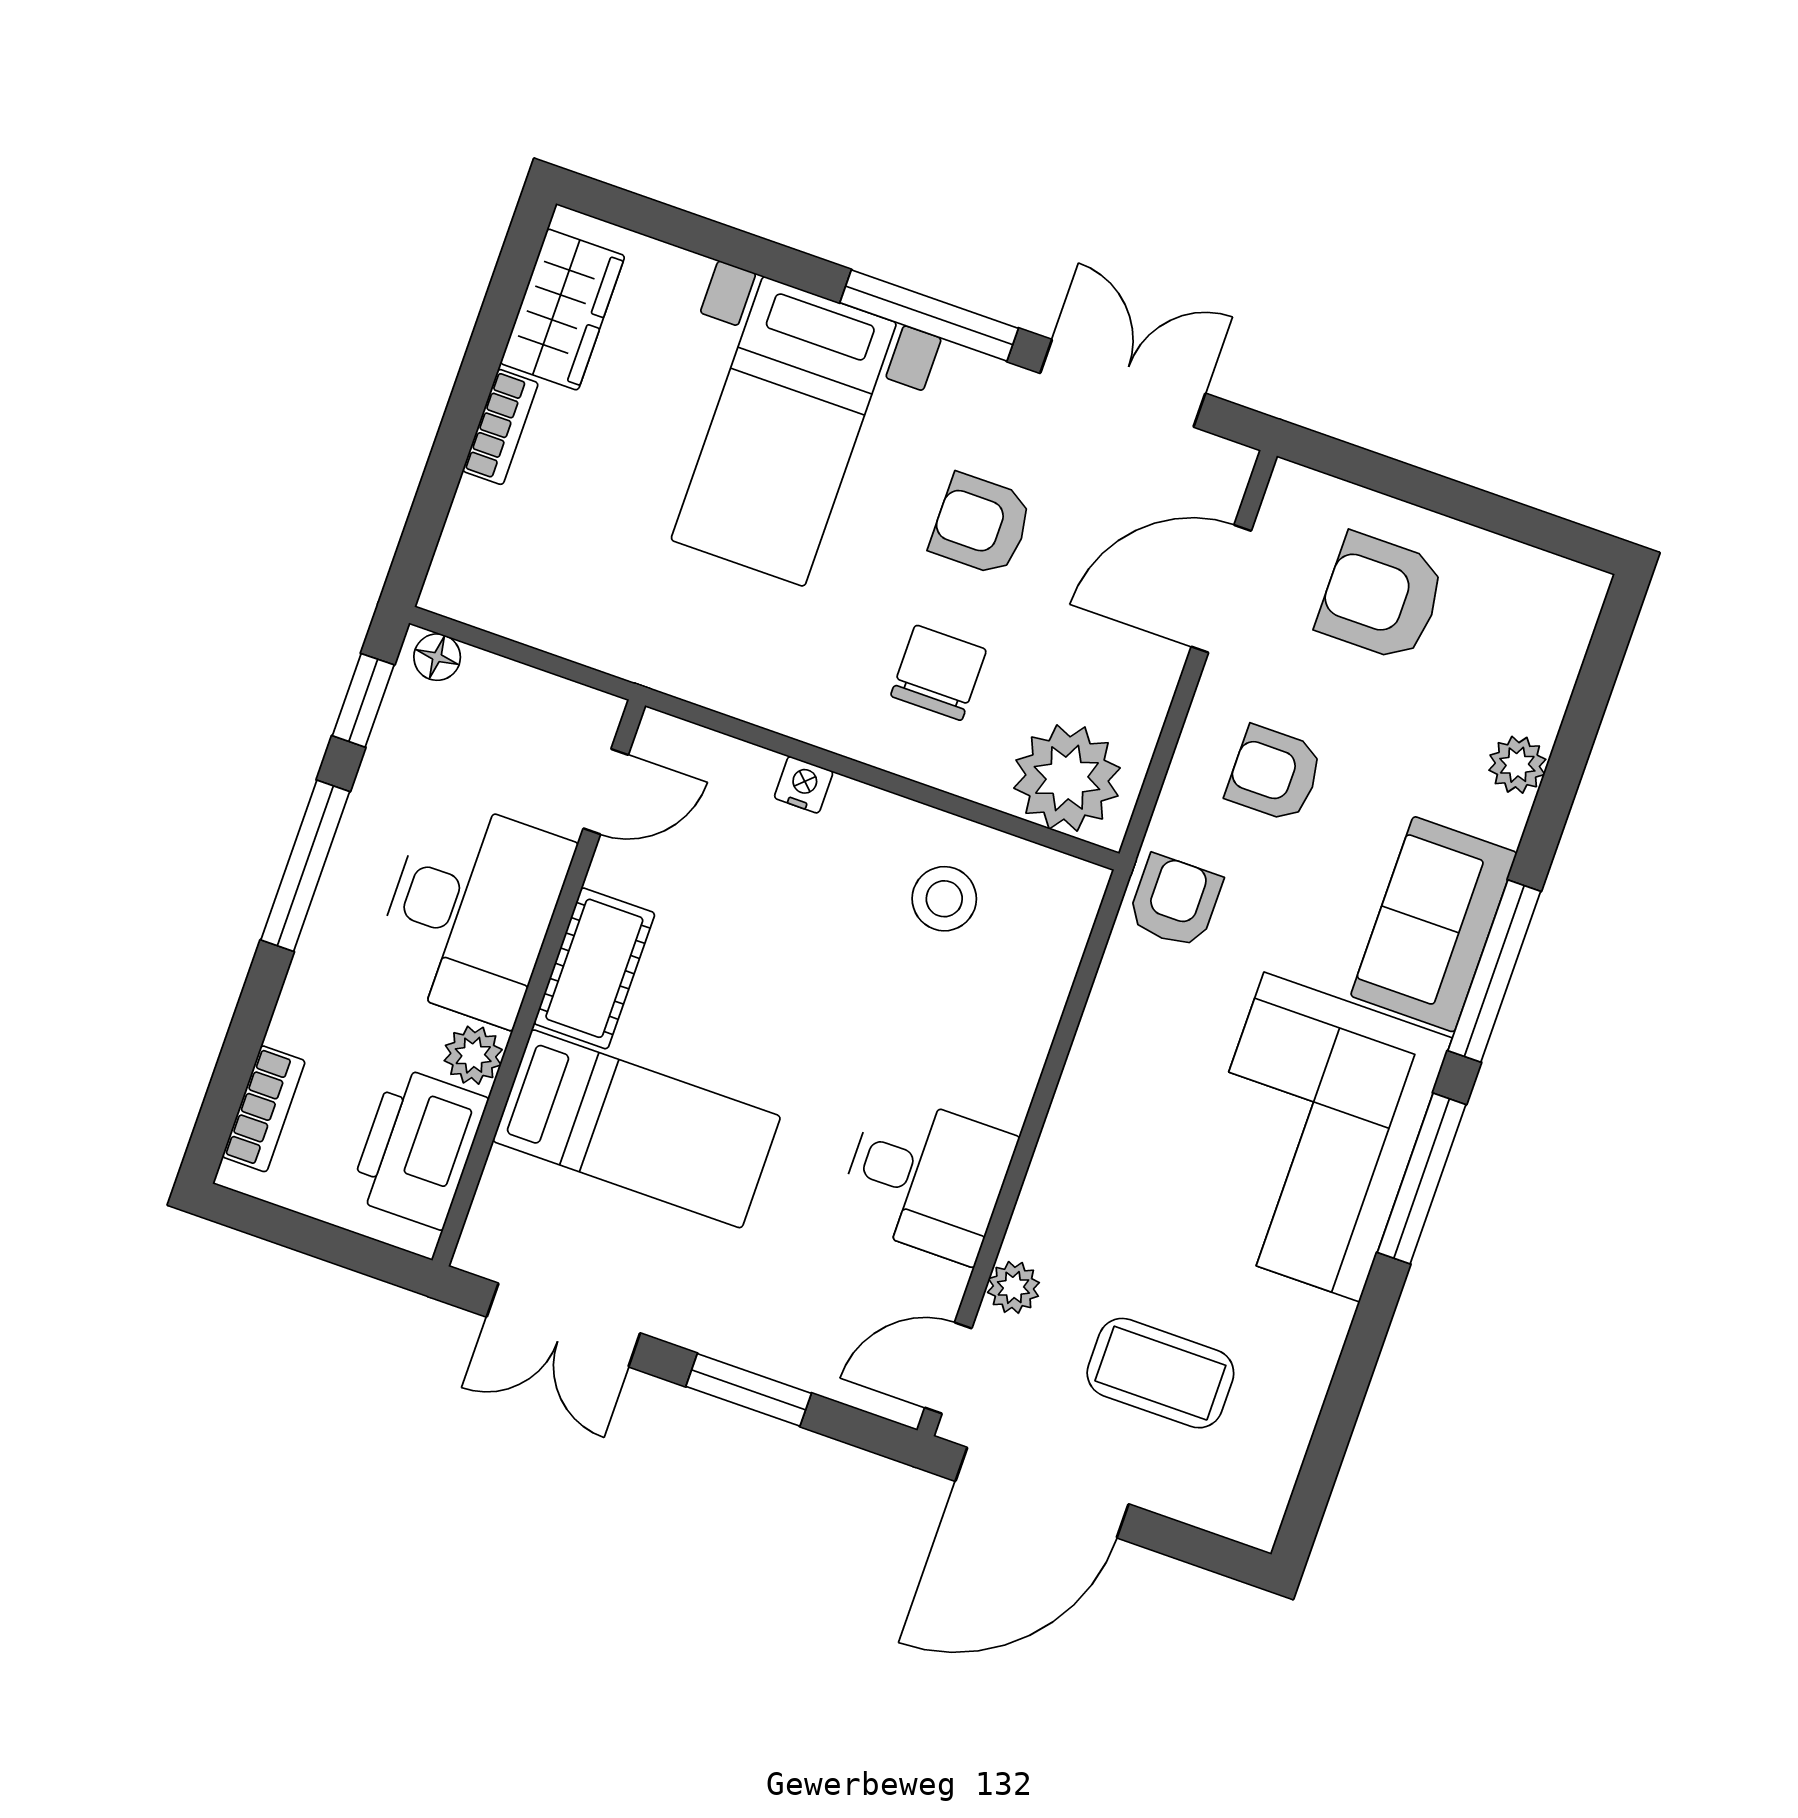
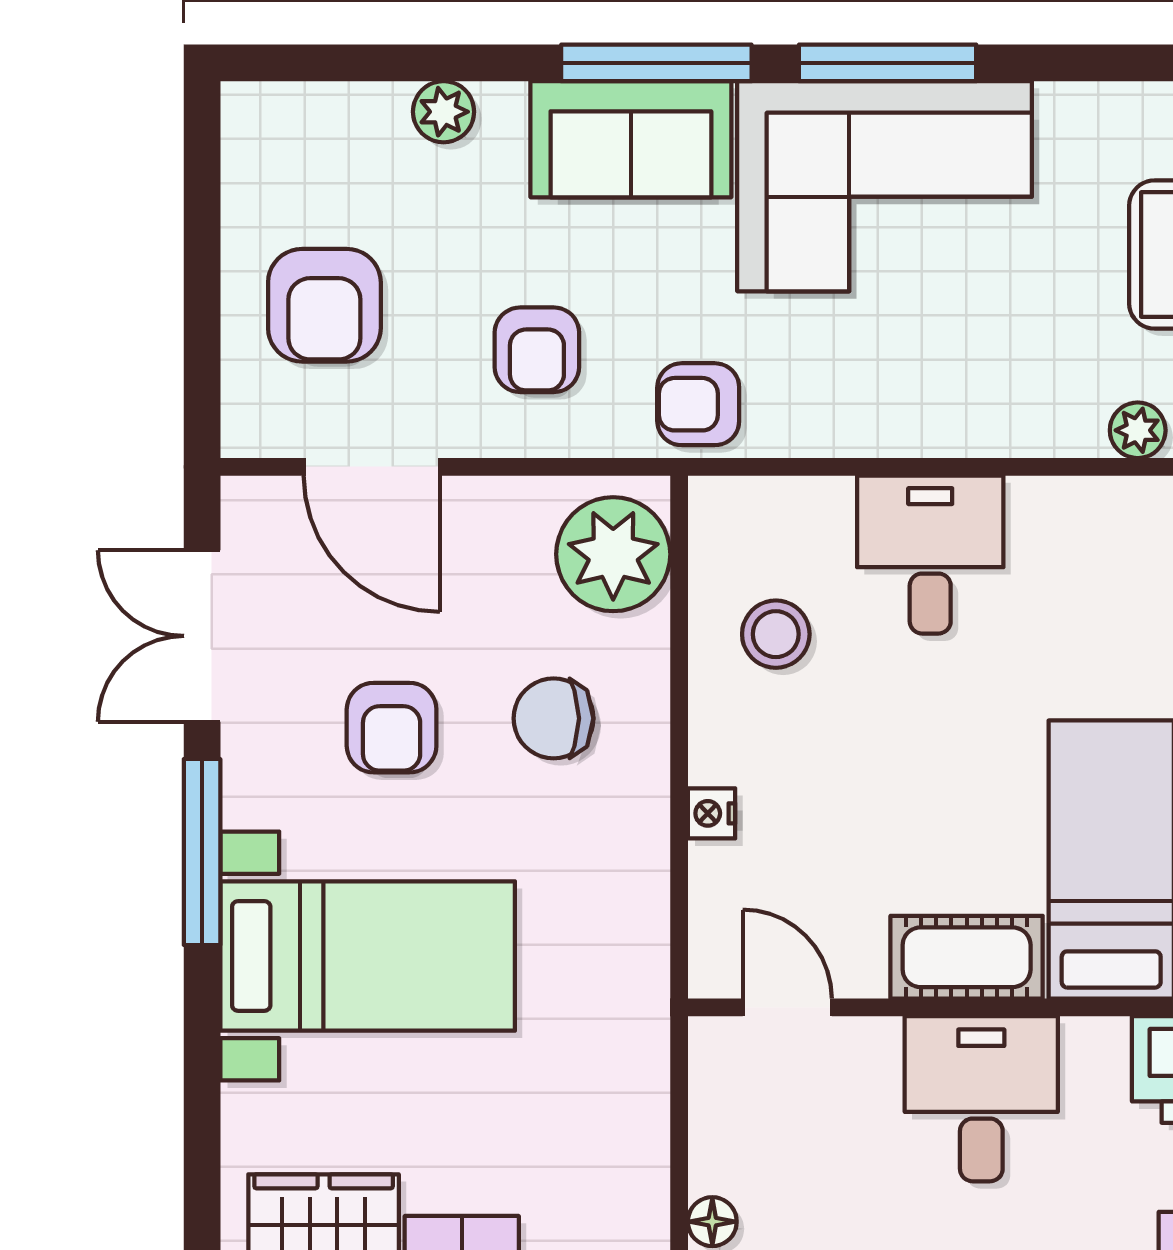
desk: (472, 912) -> (981, 1099), width x0.73
plant: (473, 1055) -> (1095, 1047), removed
desk: (927, 1178) -> (930, 555), moved

